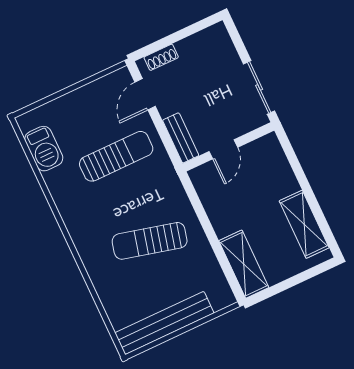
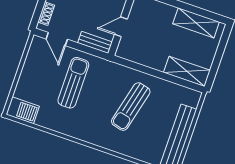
barbecue: (44, 149) -> (23, 110), moved
door: (223, 149) -> (121, 27), swing flipped

